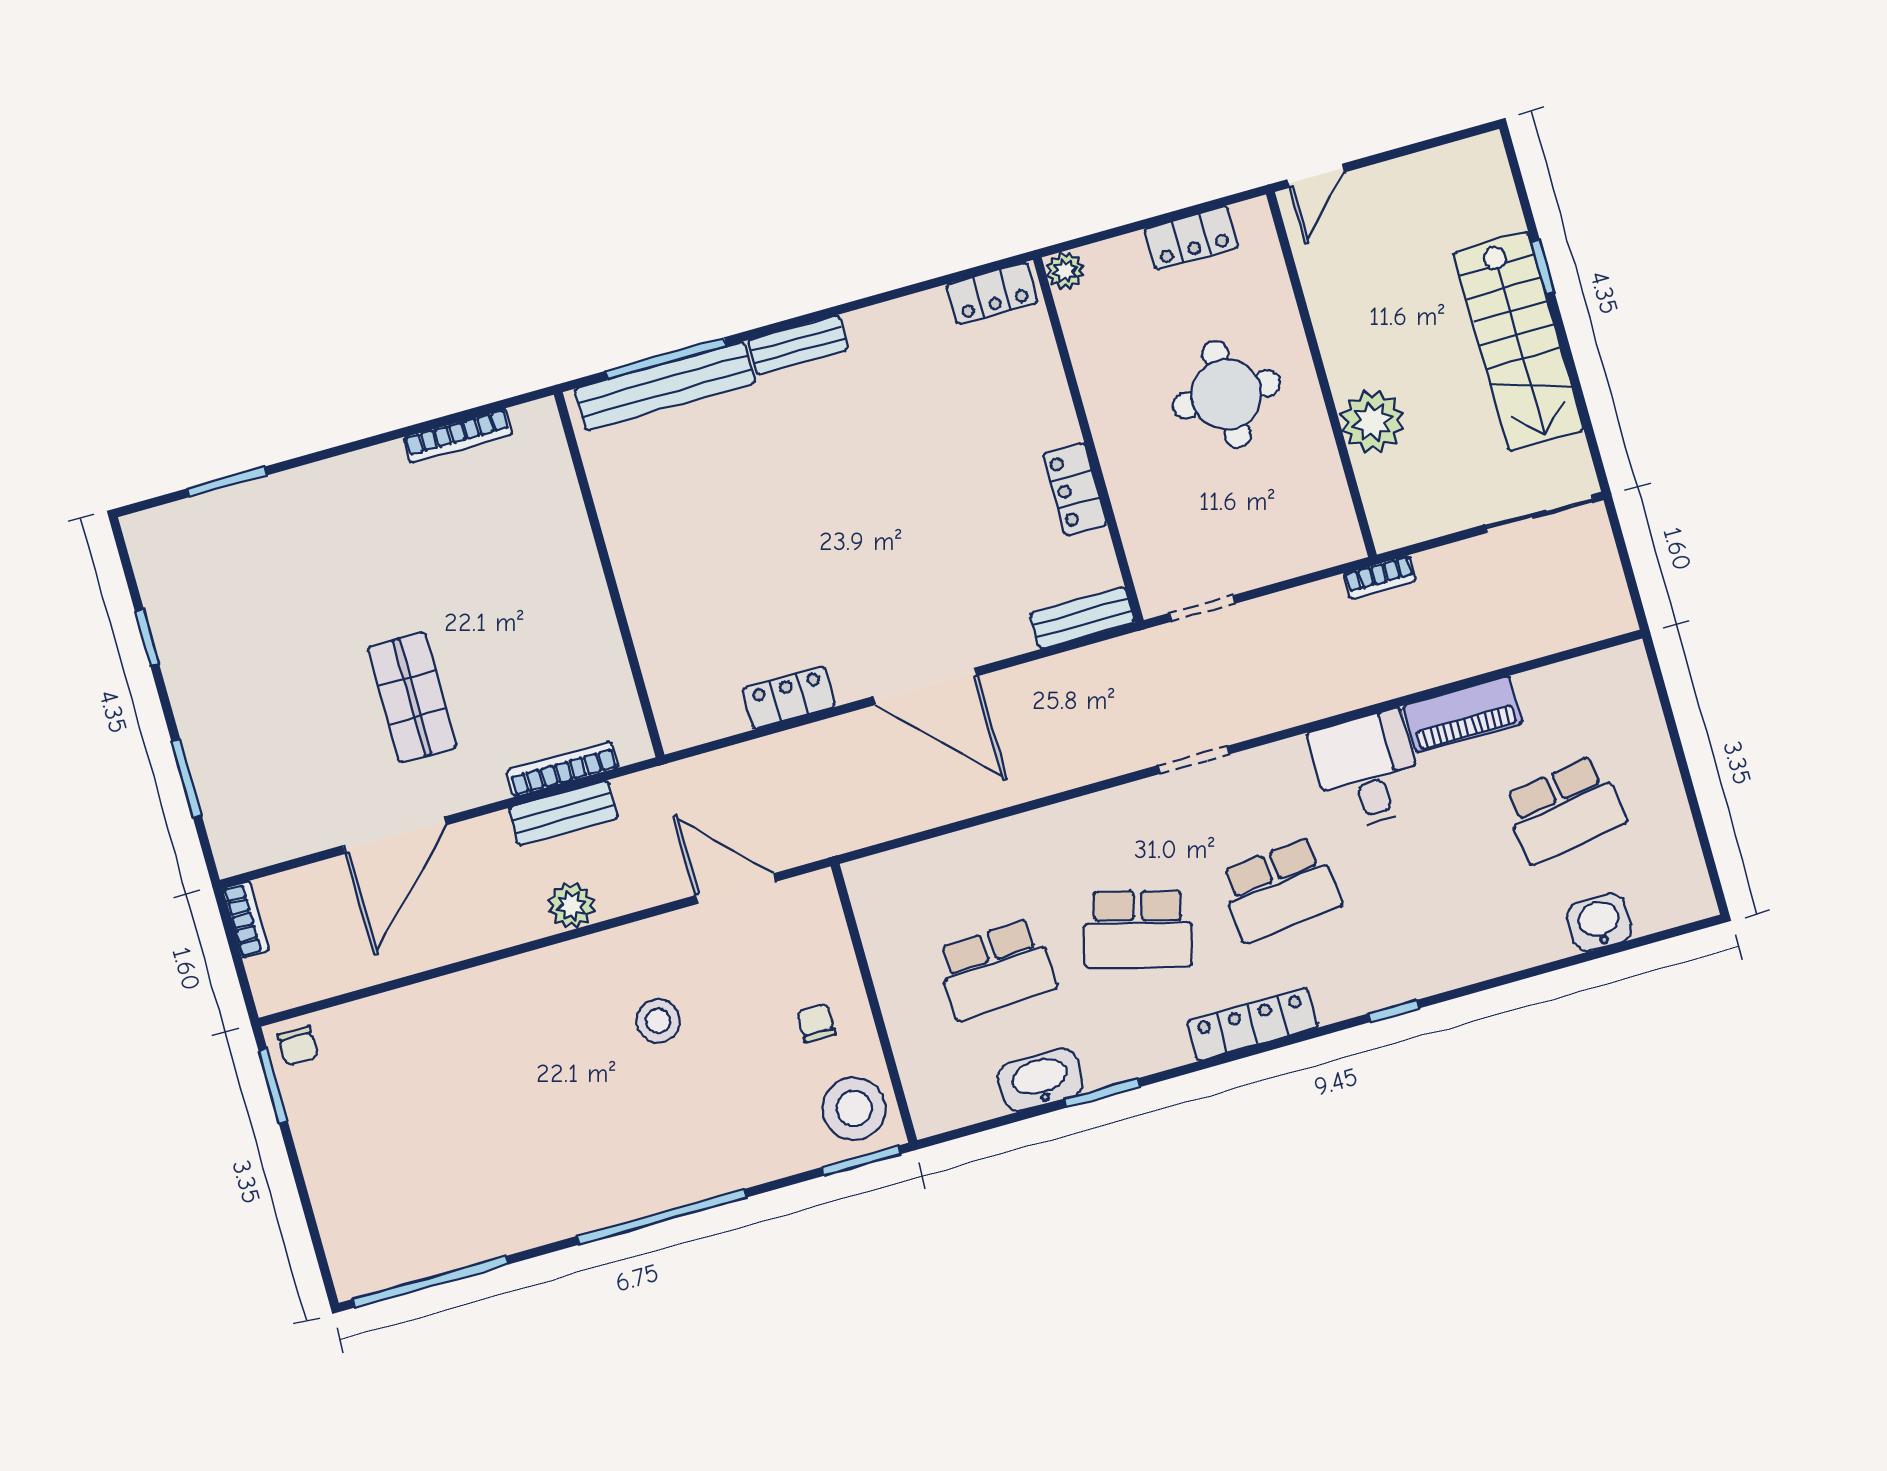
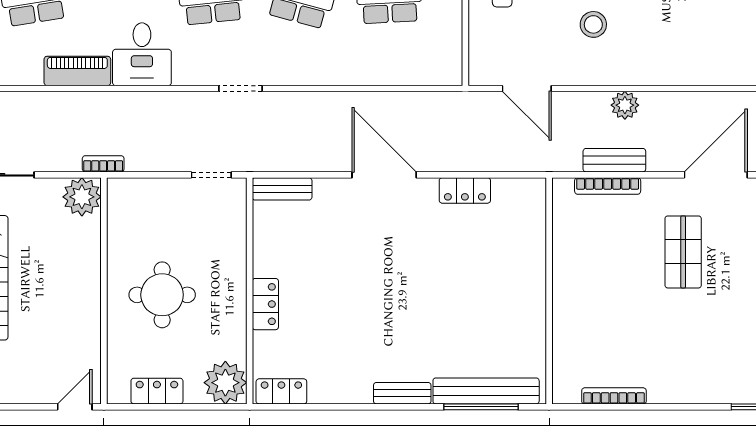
plant: (1065, 271) -> (225, 383), width x1.88, depth x1.88
plant: (1373, 421) -> (82, 197), moved
locker: (1075, 489) -> (265, 304), moved

